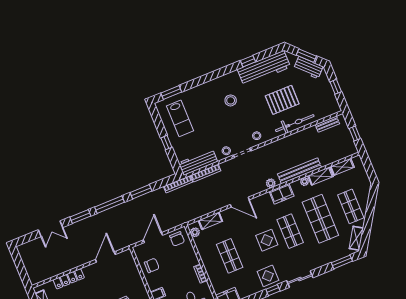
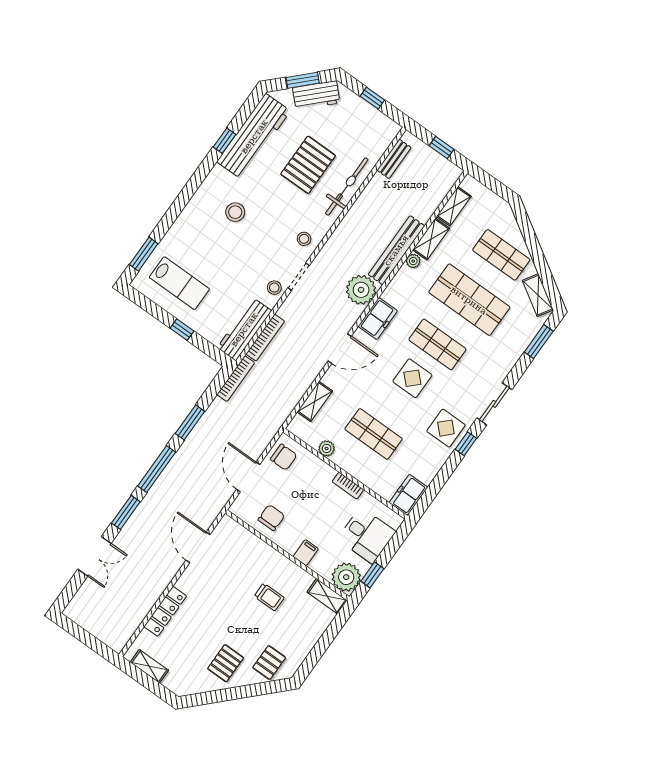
plant: (271, 183) -> (361, 290), width x1.88, depth x1.88
freezer: (282, 194) -> (378, 319), moved
plant: (195, 232) -> (327, 448), moved

